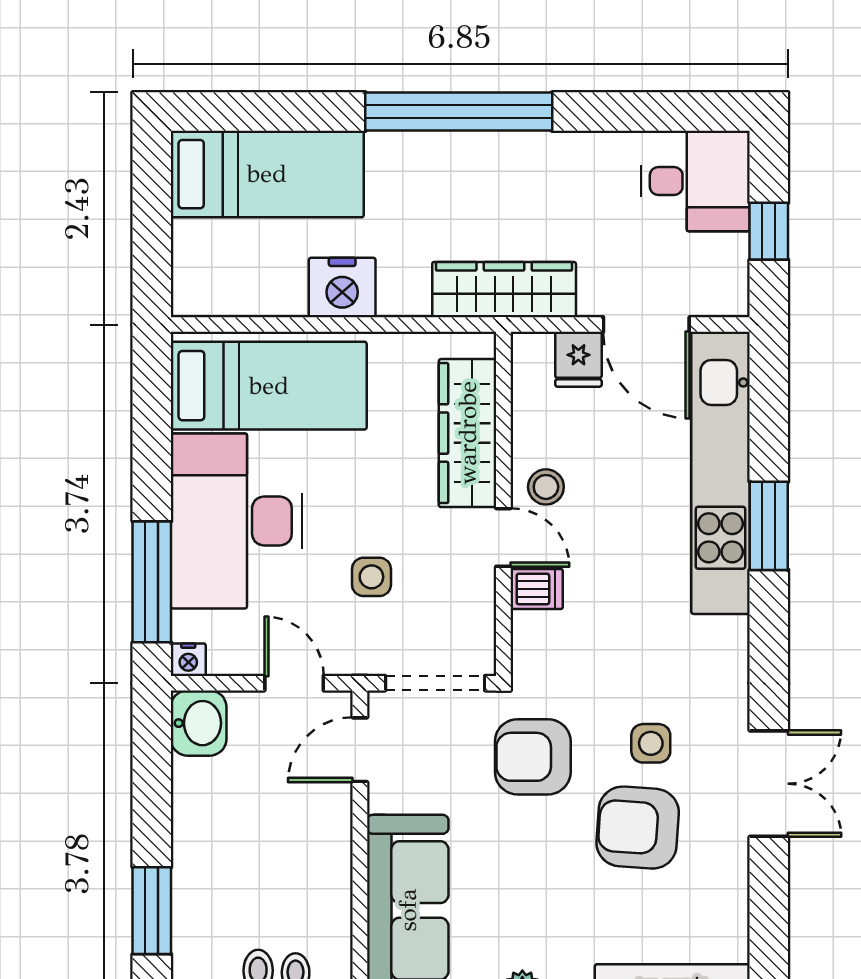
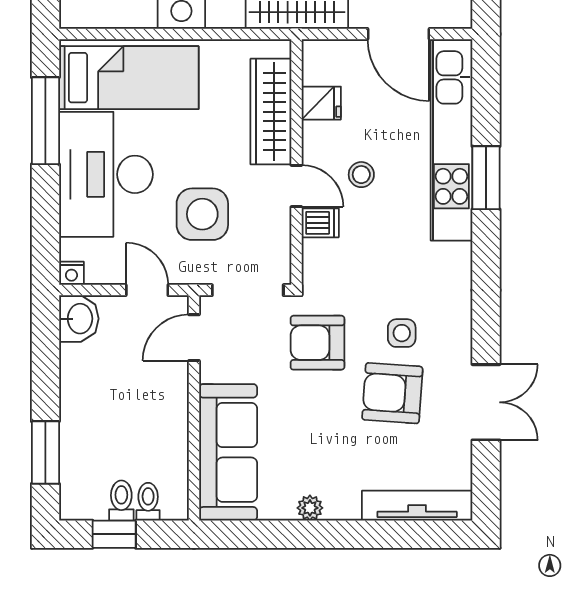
fridge: (578, 359) -> (321, 103), moved, turned -90
stool: (546, 487) -> (361, 175), moved
side table: (371, 577) -> (202, 214), width x1.87, depth x1.87
window: (152, 582) -> (45, 121), moved
double door: (769, 784) -> (486, 402), moved

